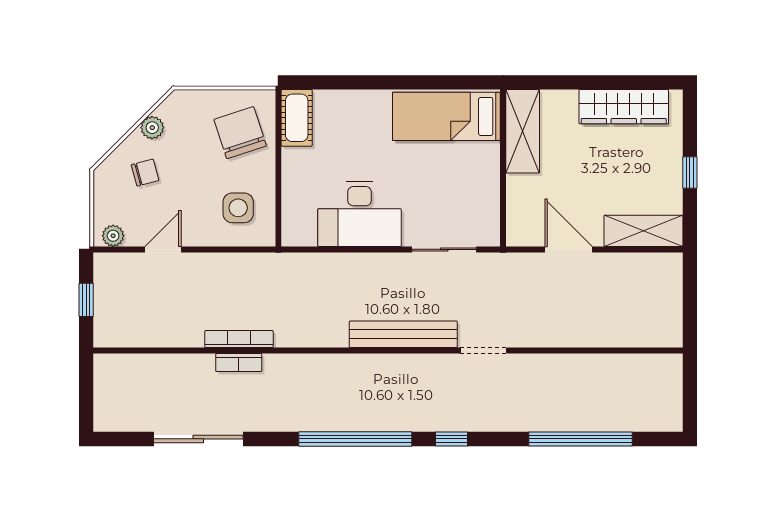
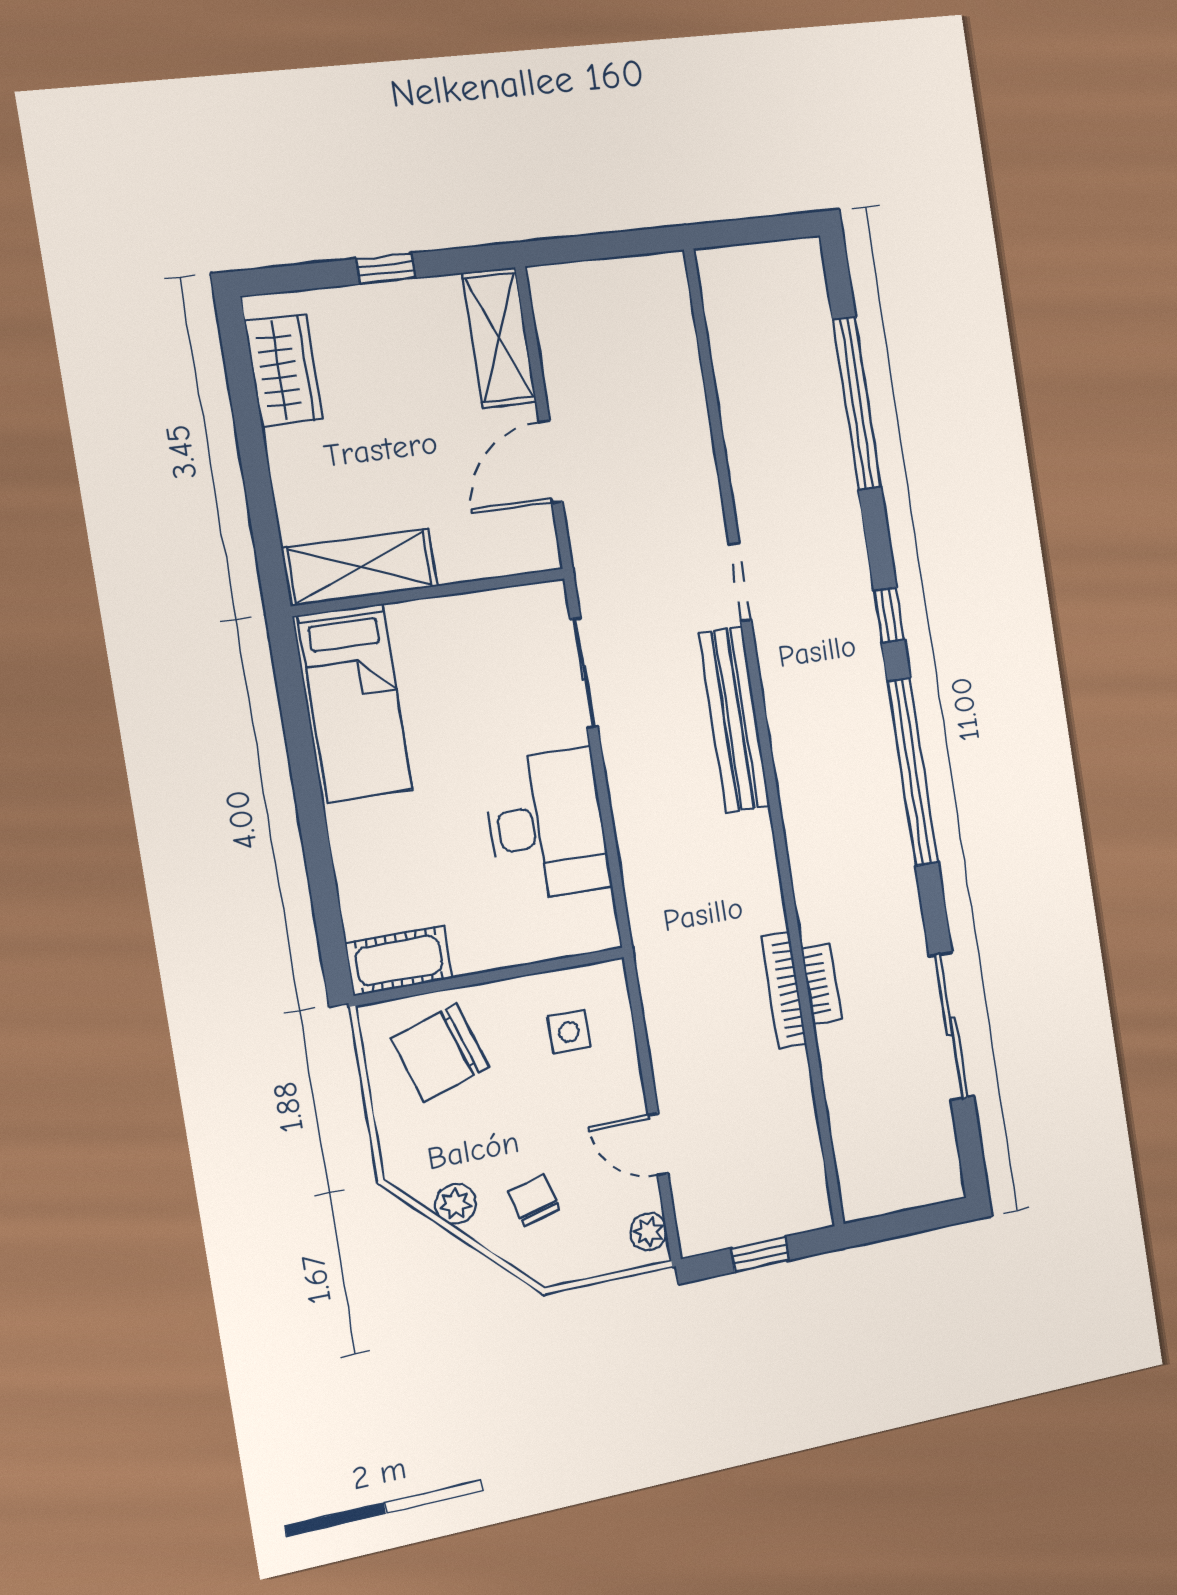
wardrobe: (624, 107) -> (284, 370), width x0.67
side table: (238, 208) -> (569, 1032), width x0.73, depth x0.73

